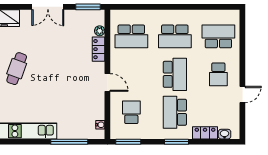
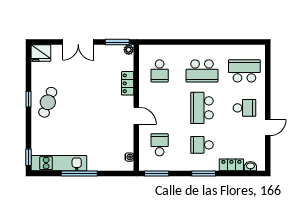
plant: (100, 31) -> (129, 50), moved
school desk: (131, 36) -> (160, 71), width x0.54
school desk: (175, 74) -> (202, 108), turned 180
school desk: (218, 74) -> (244, 108), turned -90
school desk: (175, 112) -> (202, 145), width x0.54
window: (69, 142) -> (79, 174), moved

